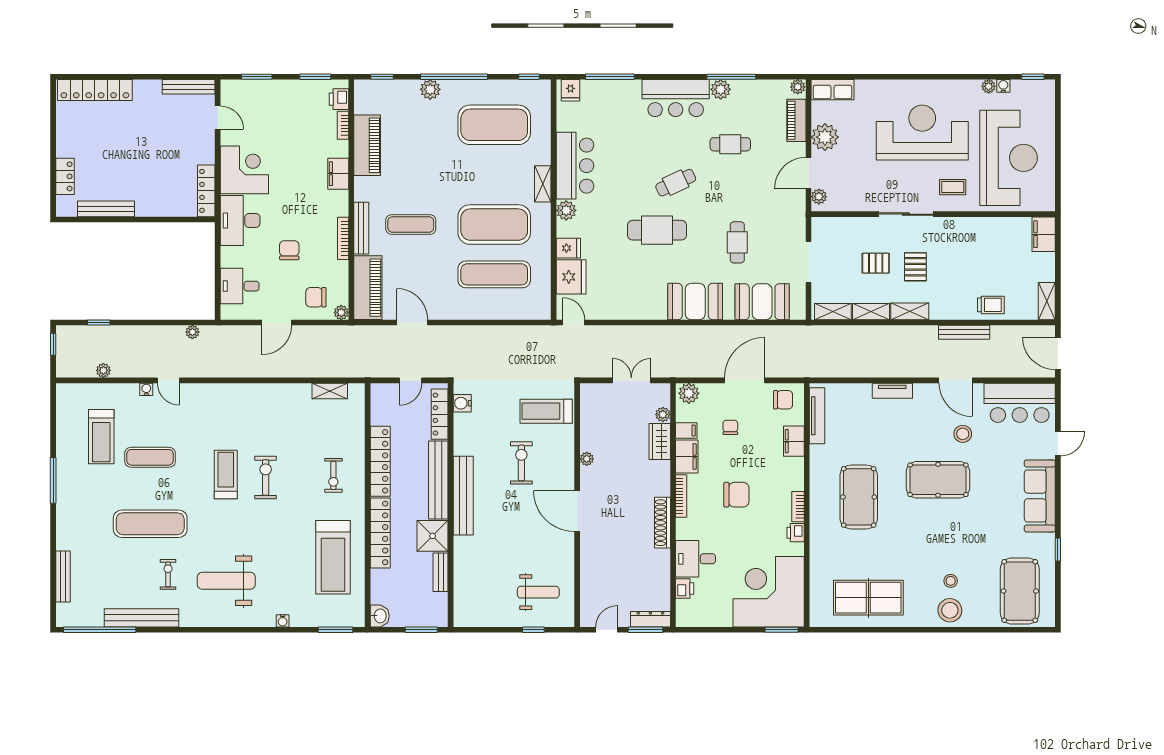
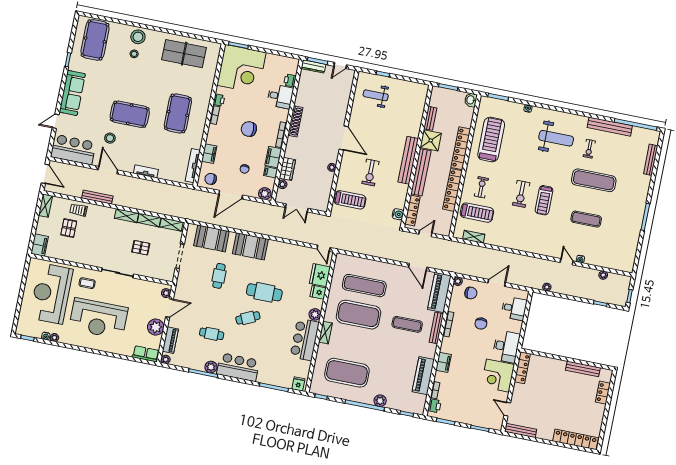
pallet: (915, 267) -> (69, 228), moved
treadmill: (101, 437) -> (477, 213), moved, turned 90

